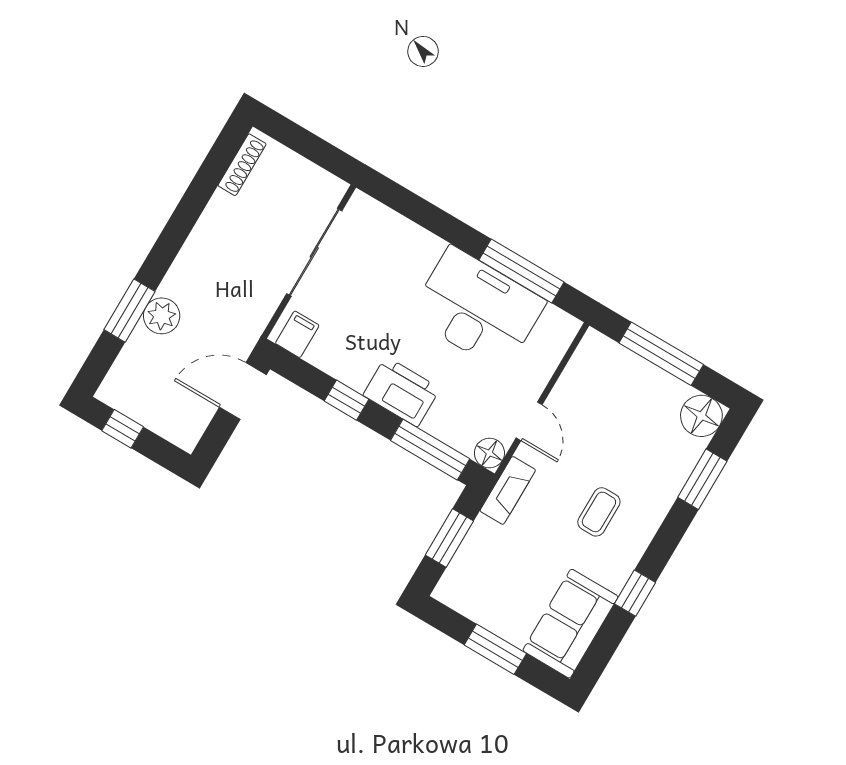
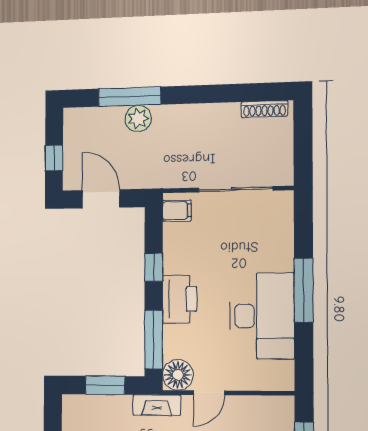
window: (522, 271) -> (304, 290), moved
window: (129, 311) -> (130, 97), width x1.44
door: (243, 391) -> (101, 199), moved
window: (123, 429) -> (54, 158), moved
floor lamp: (489, 453) -> (178, 375), width x1.38, depth x1.38

